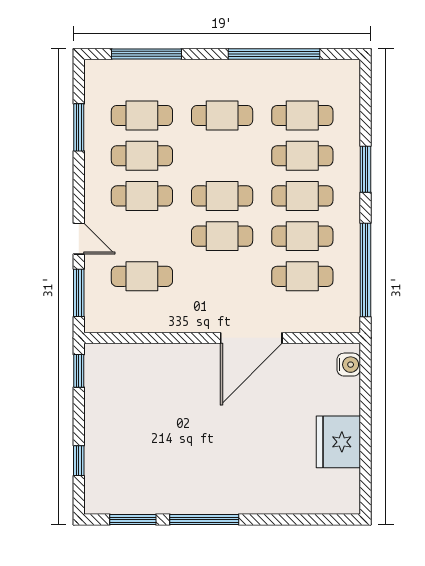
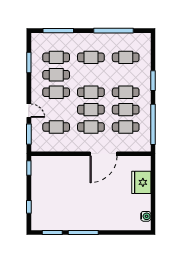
cafe table: (302, 156) -> (91, 127), moved
water cooler: (349, 365) -> (146, 216), moved
fridge: (338, 442) -> (141, 182), moved

